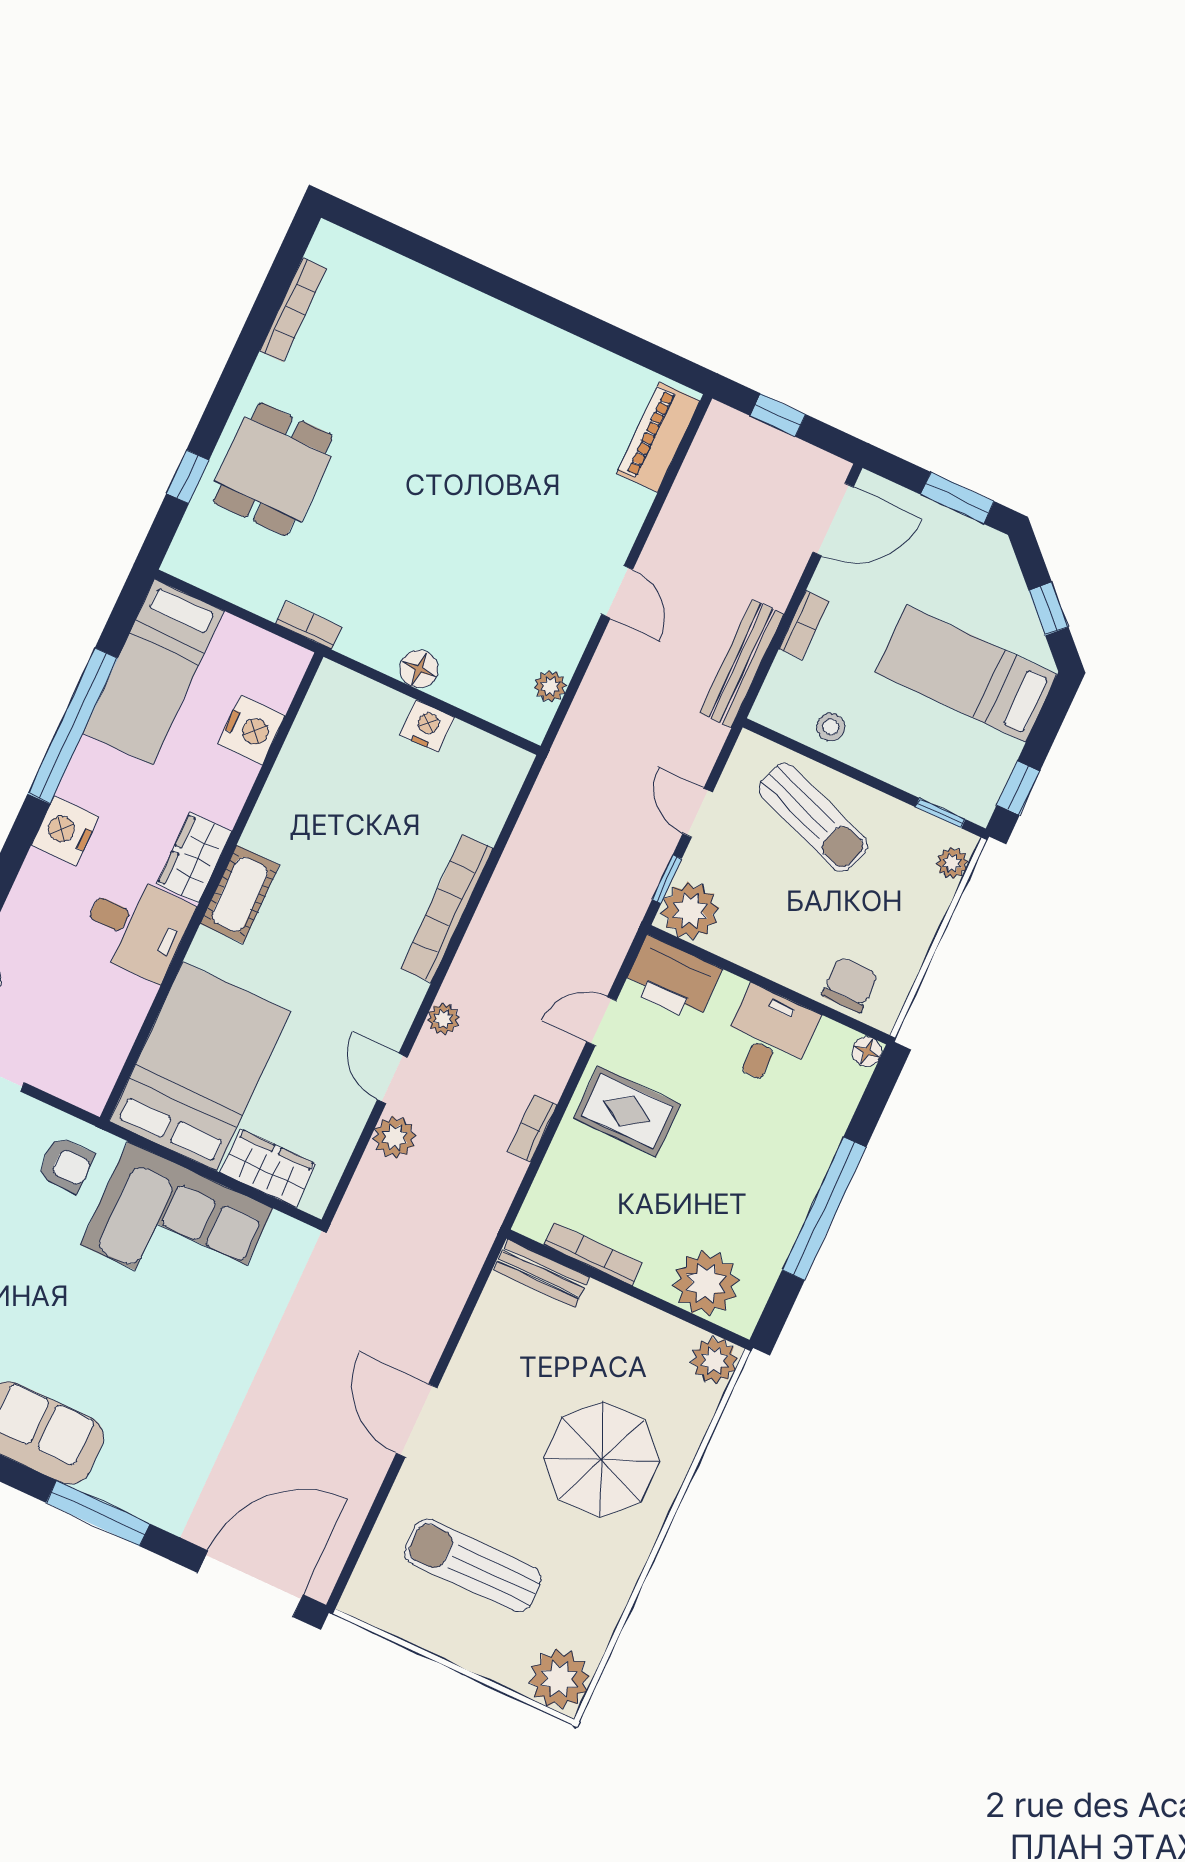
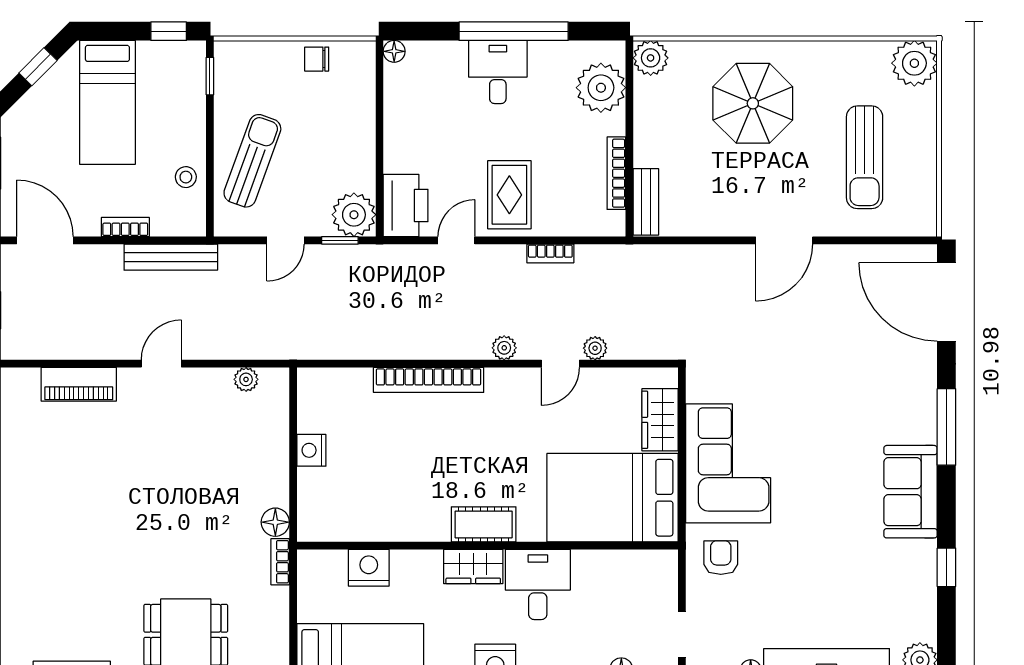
piano: (658, 437) -> (79, 384), moved
floor lamp: (419, 669) -> (275, 522), moved
plant: (952, 863) -> (240, 52), removed
chair: (850, 985) -> (317, 59), moved, width x0.73, depth x0.73
door: (601, 1021) -> (456, 240), swing flipped
desk: (769, 1037) -> (498, 72), moved, turned 90
plant: (395, 1137) -> (595, 348), width x0.73, depth x0.73

